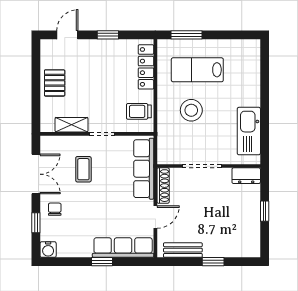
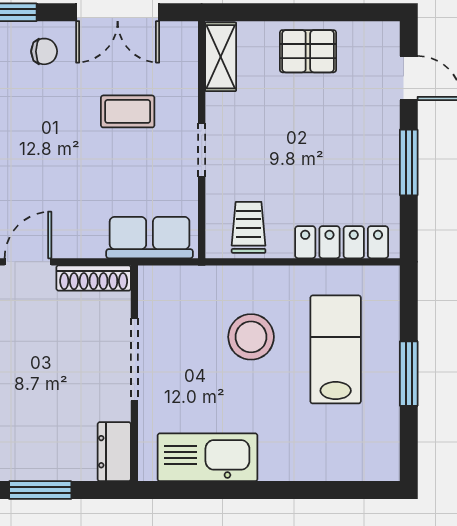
window: (108, 35) -> (409, 162), width x1.50
window: (187, 35) -> (409, 374), moved
shelving: (72, 125) -> (221, 57), moved
row of seats: (144, 169) -> (150, 238), width x0.68
window: (265, 211) -> (40, 490), width x1.50
door: (155, 217) -> (28, 262), swing flipped

